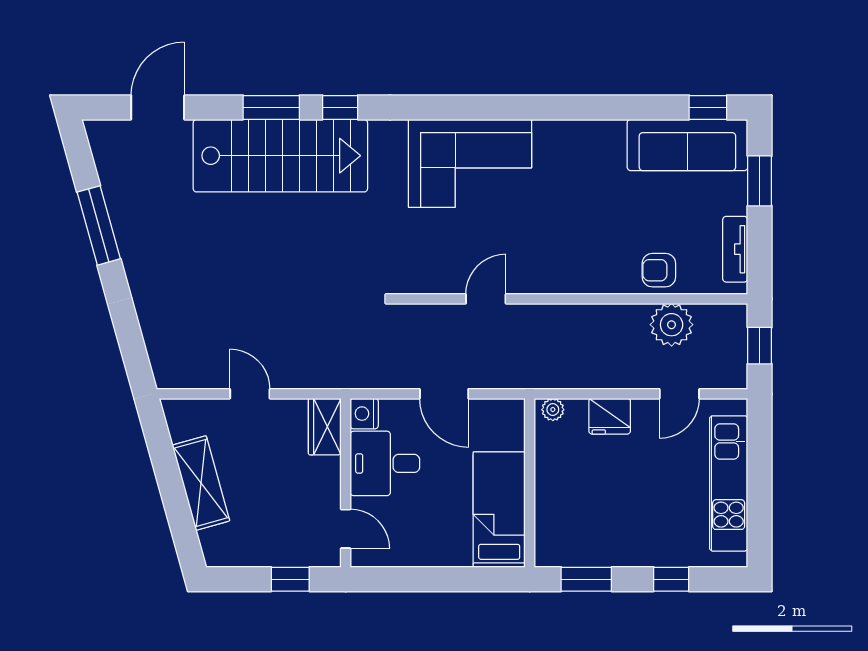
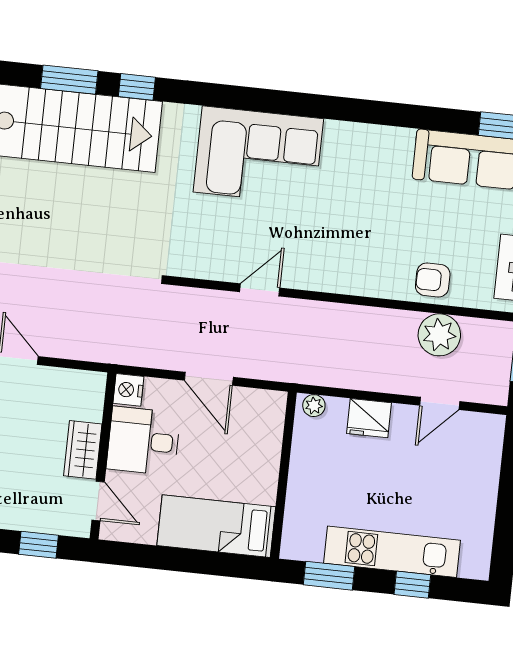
wardrobe: (325, 427) -> (83, 450), moved
kitchen unit: (729, 483) -> (392, 552), moved, turned 90
bed: (499, 510) -> (216, 526), moved, turned -90

